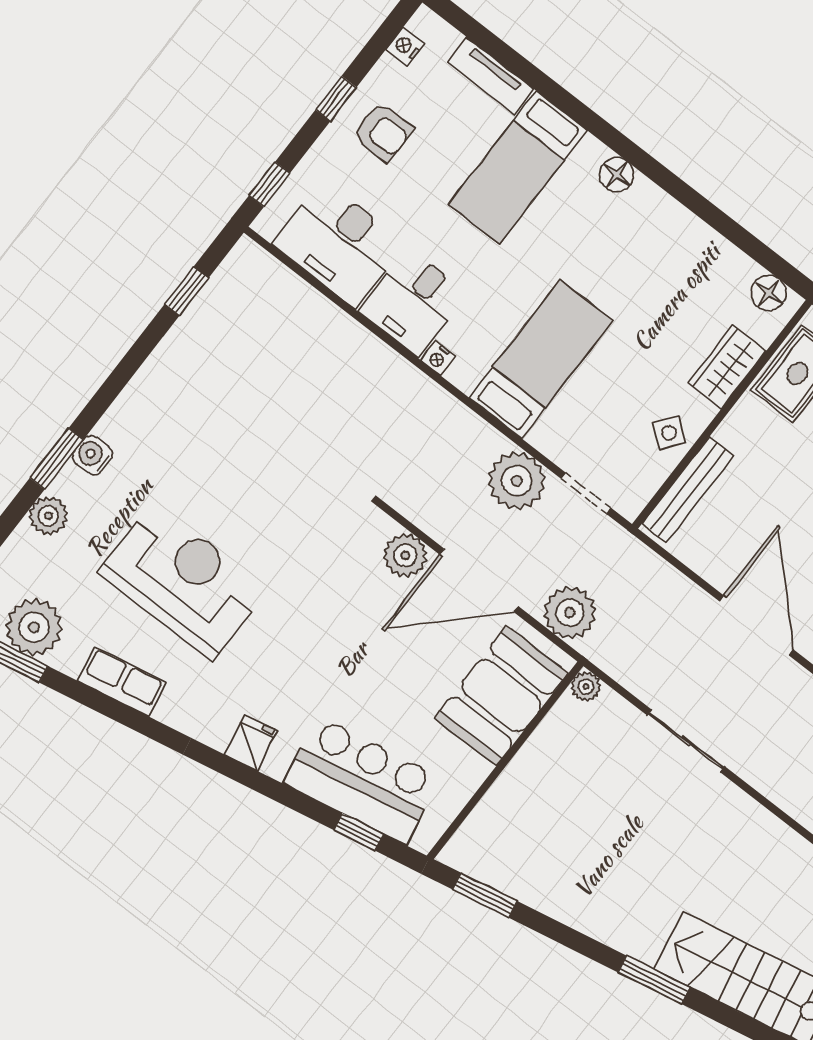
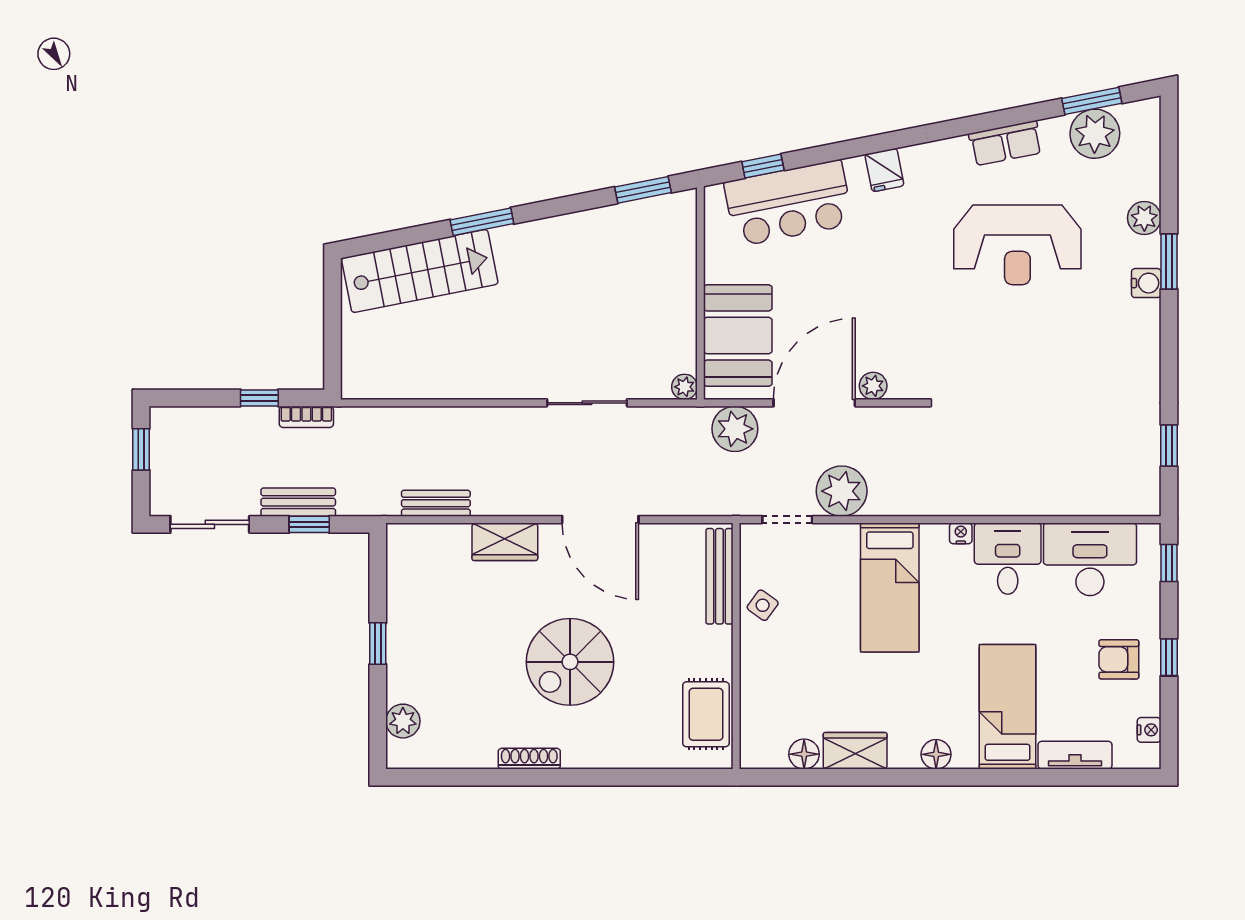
floor lamp: (769, 293) -> (804, 754), moved
wardrobe: (727, 367) -> (855, 751), moved, turned -90
plant: (405, 555) -> (873, 386), width x0.73, depth x0.73

